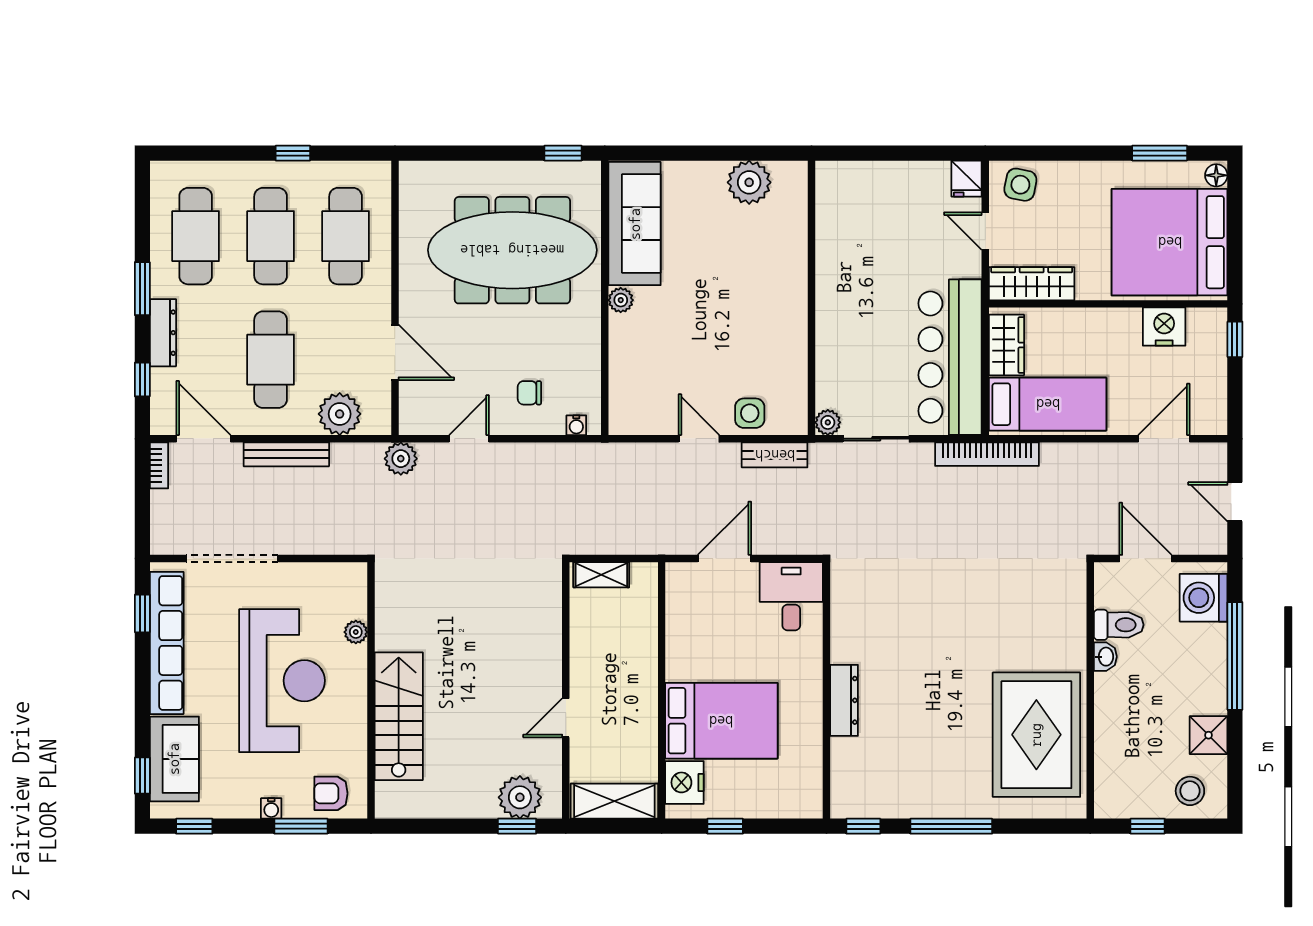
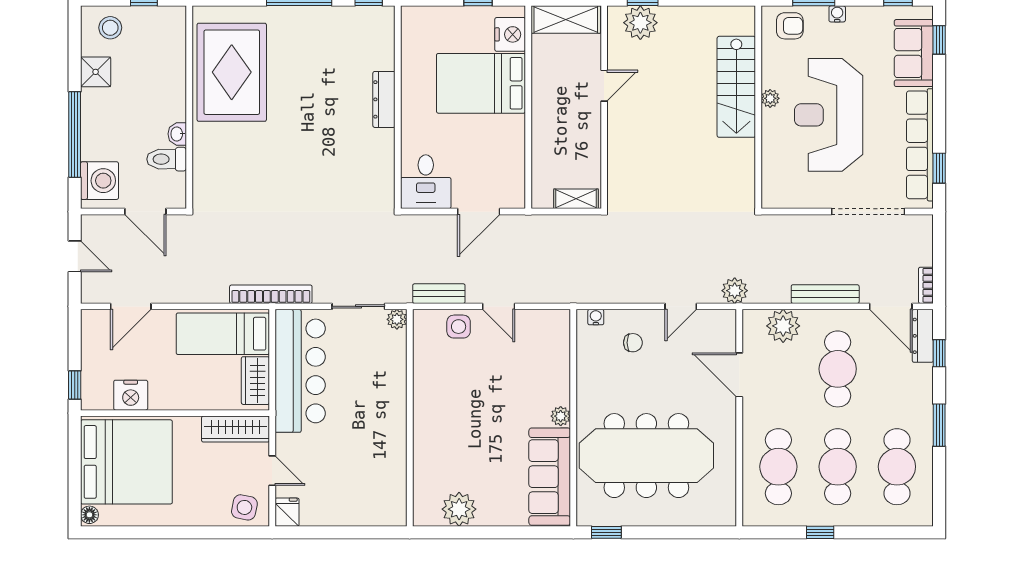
window: (1160, 153) -> (134, 532), removed
dresser: (163, 333) -> (923, 336), moved
plant: (356, 632) -> (770, 98), moved

